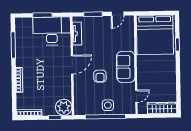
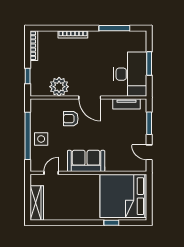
armchair: (100, 76) -> (71, 119), moved
door: (136, 96) -> (51, 173), swing flipped
plant: (64, 107) -> (59, 87), moved

